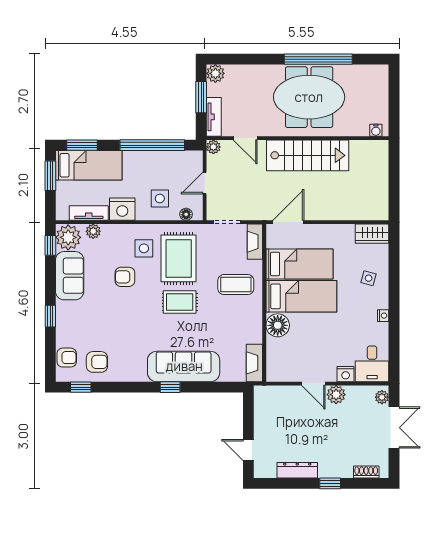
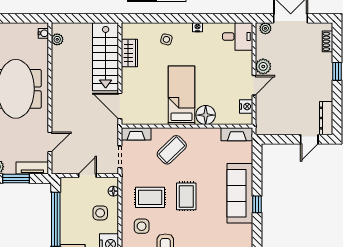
plant: (213, 147) -> (57, 39), moved
stairs: (308, 155) -> (106, 57), moved, turned 180
door: (205, 183) -> (87, 176), swing flipped
wardrobe: (372, 234) -> (129, 53), moved
rug: (179, 258) -> (150, 197), width x0.73, depth x0.70
bed: (299, 264) -> (155, 97), removed
coffee table: (236, 285) -> (172, 150), turned 46
nightstand: (346, 374) -> (246, 106), moved
dresser: (297, 470) -> (326, 118), moved

